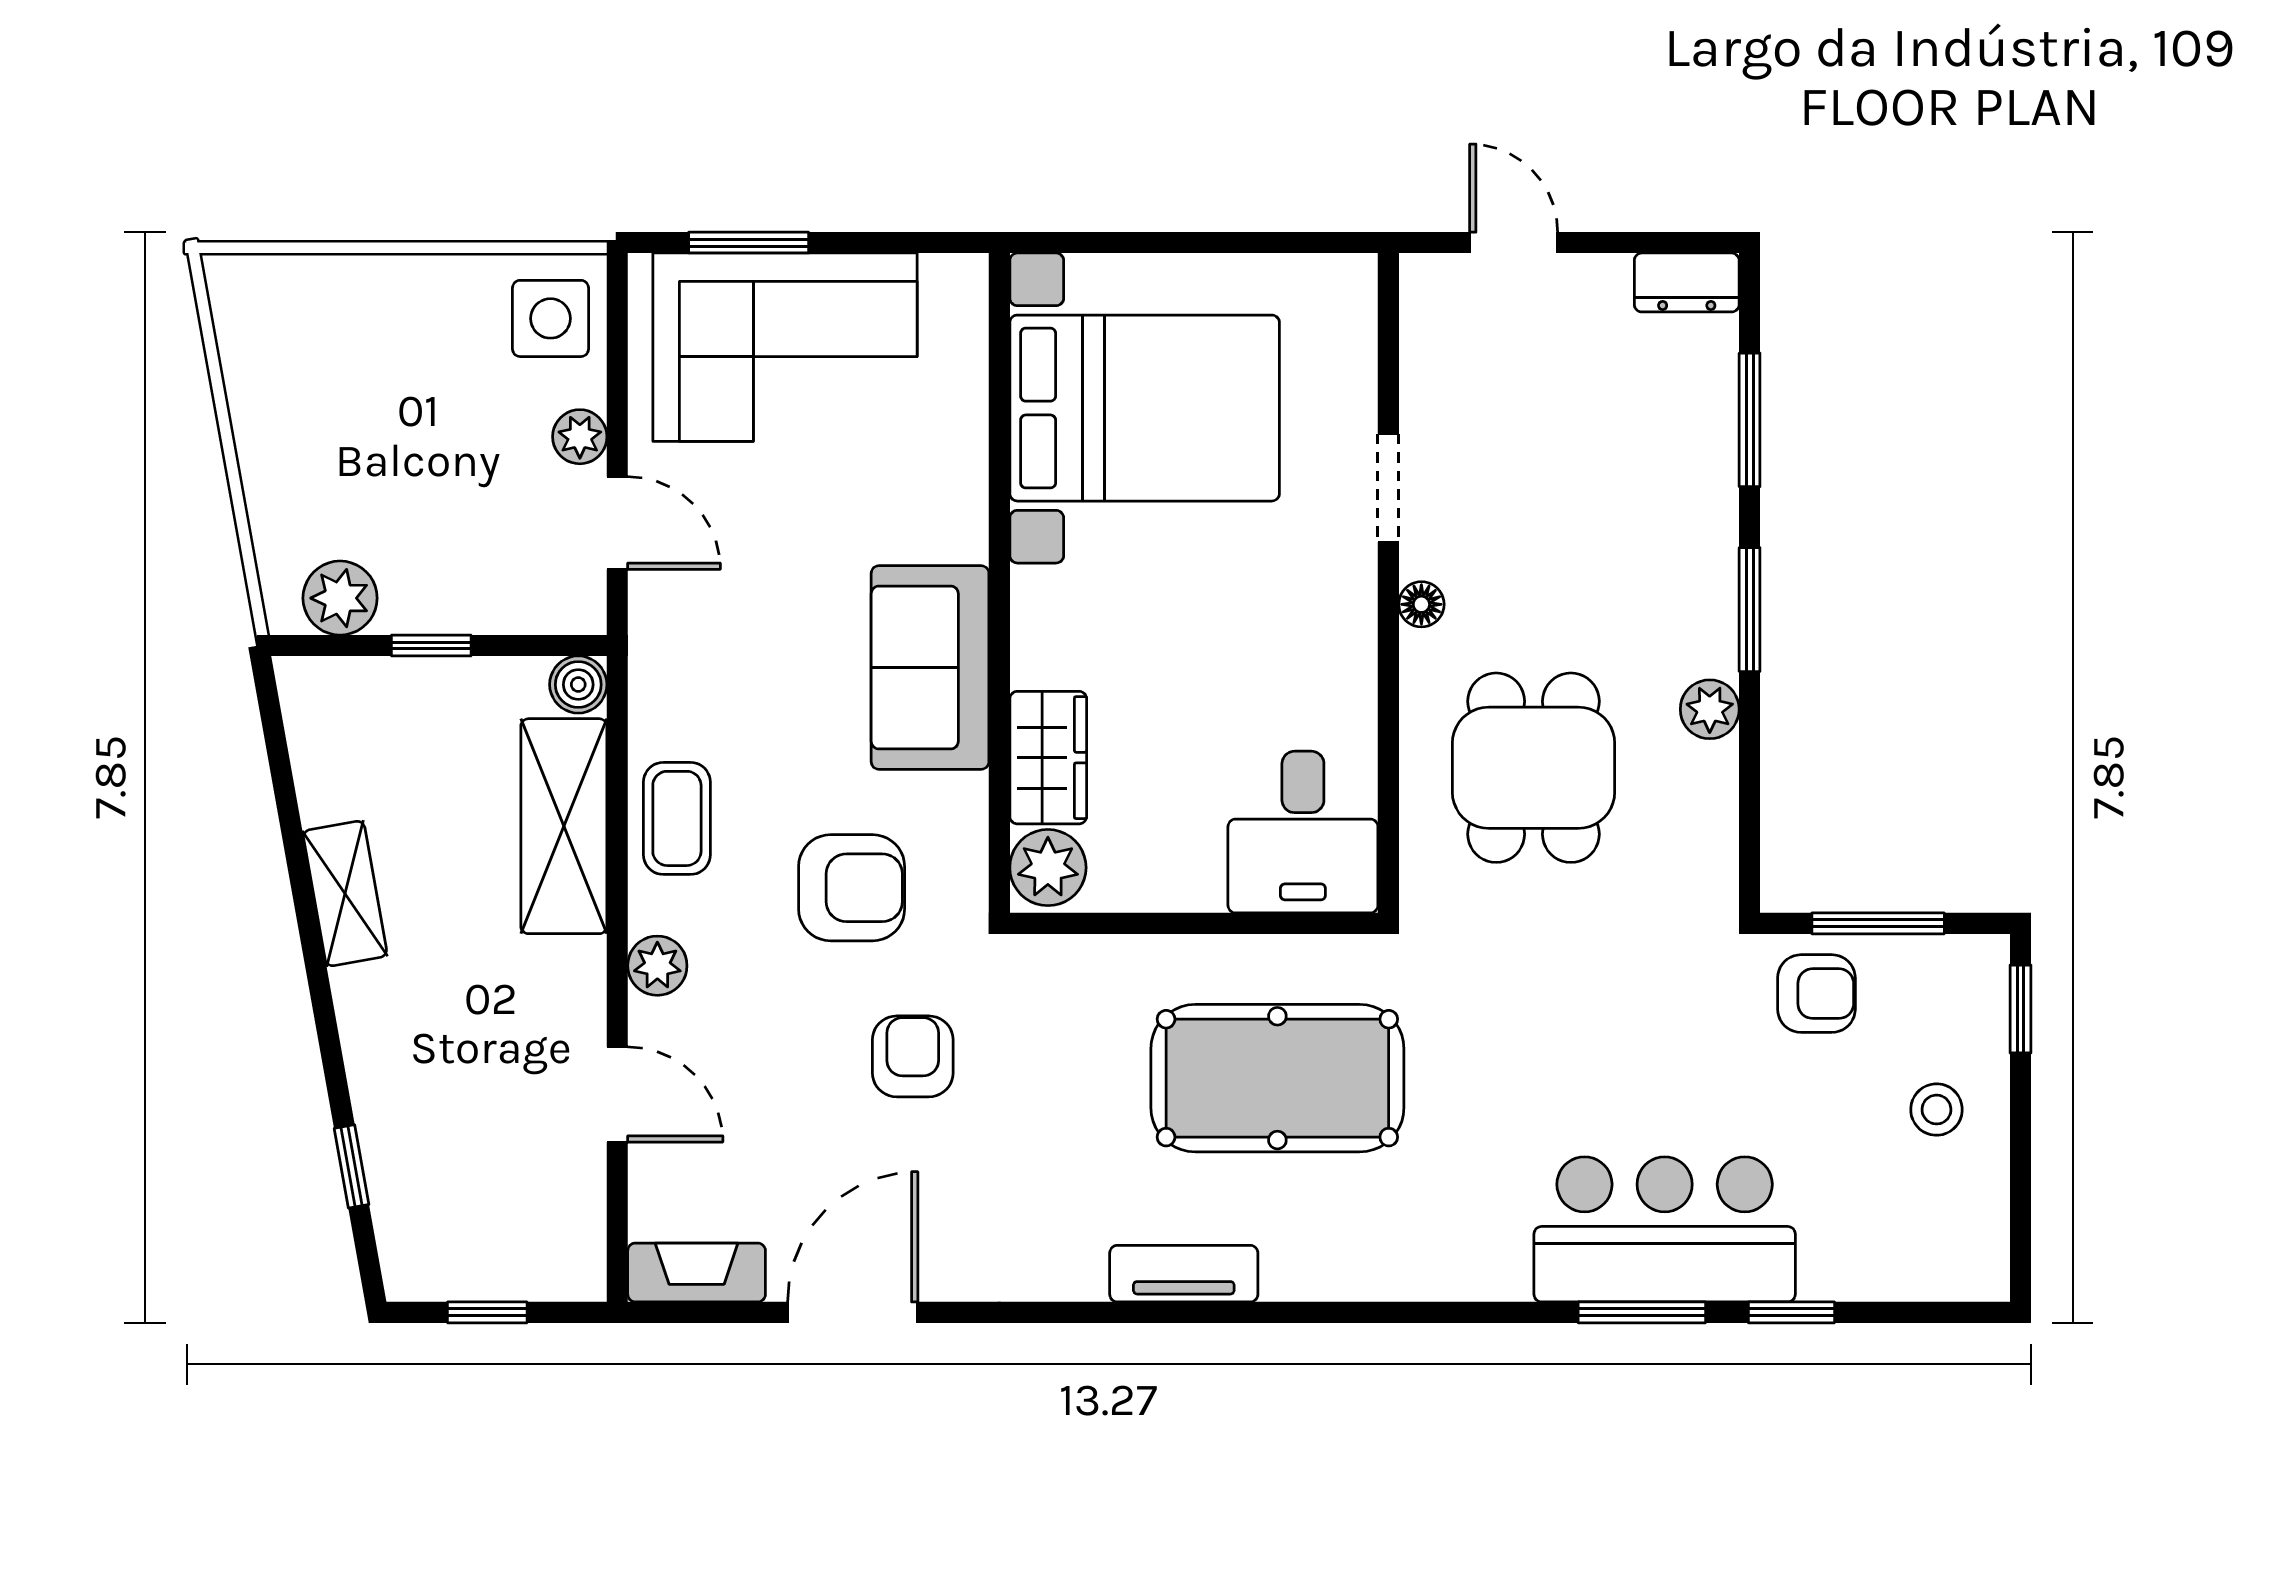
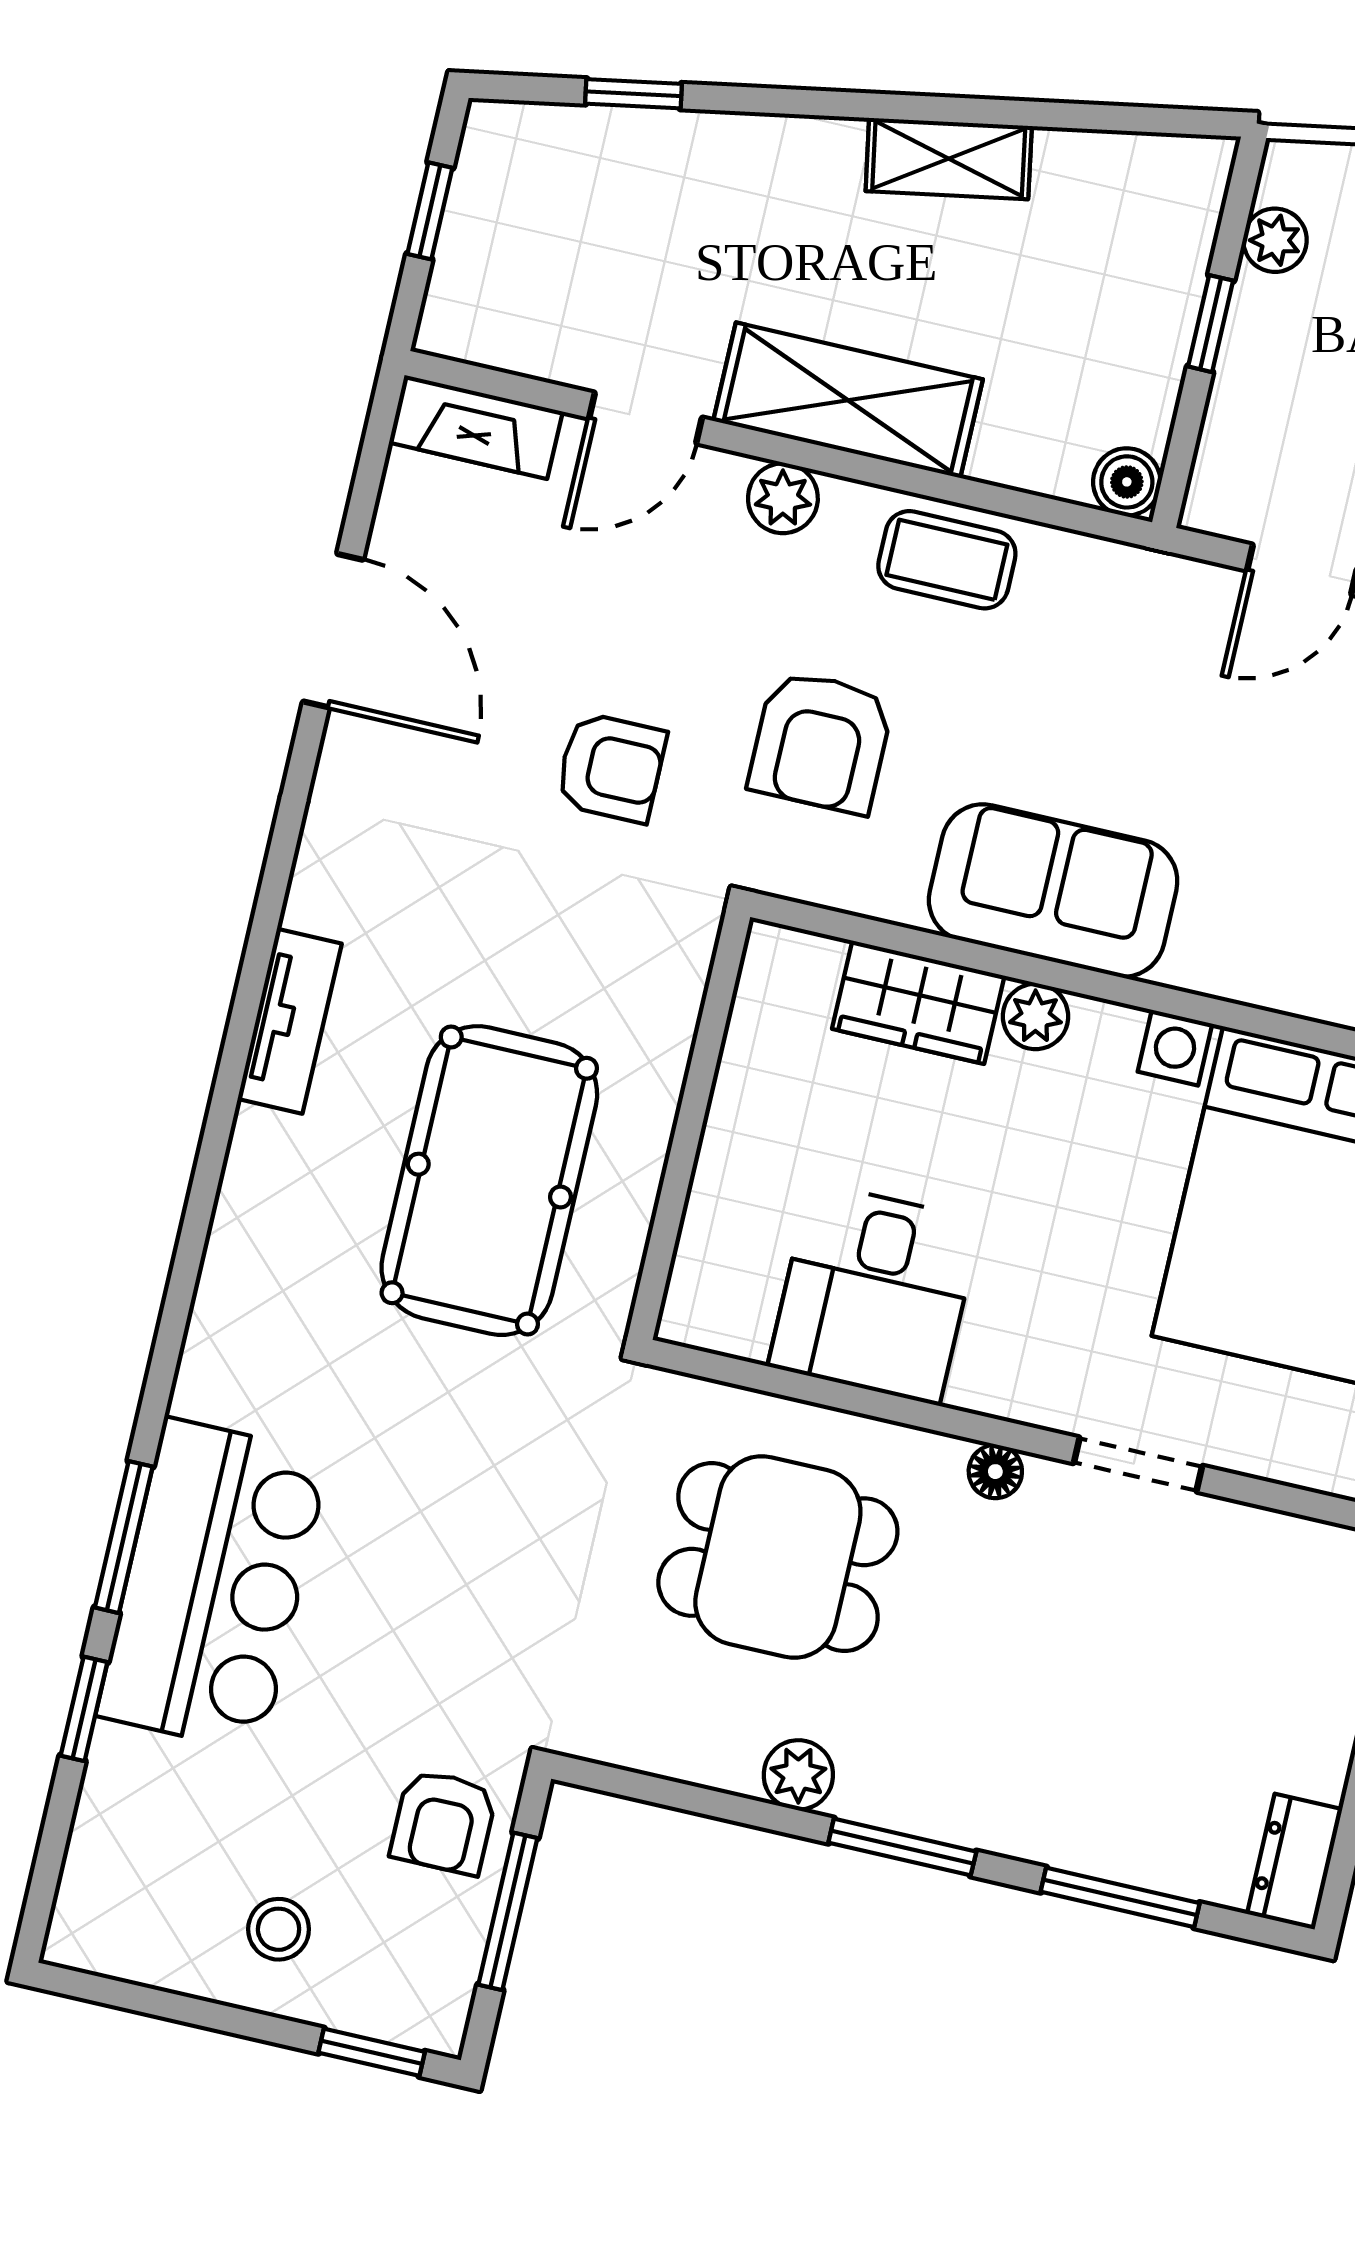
plant: (340, 598) -> (1275, 240), width x0.73, depth x0.73
shelving: (564, 826) -> (848, 400), moved
desk: (1303, 832) -> (875, 1293), moved, turned -90
plant: (1048, 868) -> (1035, 1016), moved, width x0.73, depth x0.73
fireplace: (697, 1273) -> (476, 427), moved, turned 90

